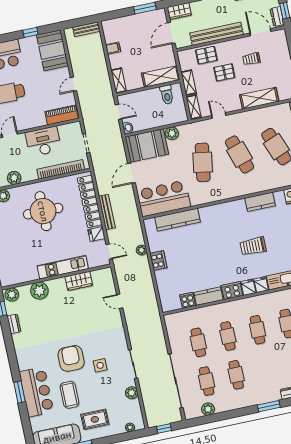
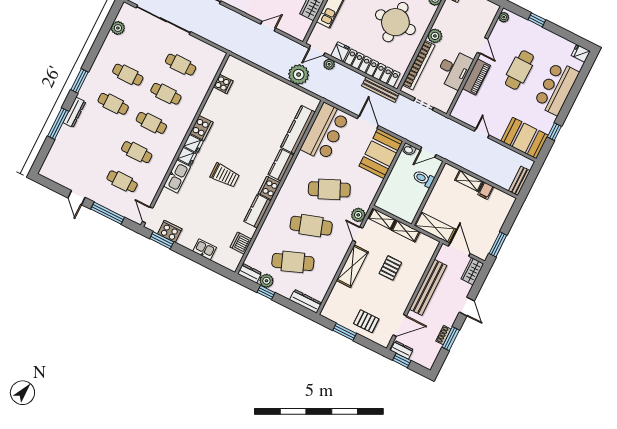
pallet: (206, 55) -> (366, 321), moved, turned 90
trolley: (251, 59) -> (384, 300), removed
shelving: (161, 77) -> (435, 227), moved, turned 90
shelving: (119, 81) -> (469, 181), moved
toilet: (167, 95) -> (423, 179), moved
shelving: (259, 98) -> (352, 266), moved
piano: (62, 115) -> (477, 77), moved
door: (219, 116) -> (358, 234), swing flipped
plant: (172, 133) -> (358, 215), moved
cafe table: (203, 162) -> (329, 189), turned -33
plant: (14, 178) -> (435, 36), moved
bench: (107, 212) -> (380, 90), moved
plant: (112, 235) -> (329, 64), added
trolley: (253, 246) -> (225, 175), turned 90
plant: (141, 250) -> (299, 75), width x1.88, depth x1.88
cooker: (158, 261) -> (269, 188), moved, turned 90
kitchen counter: (208, 296) -> (281, 165), moved, turned 180
cafe table: (207, 381) -> (113, 104), moved

